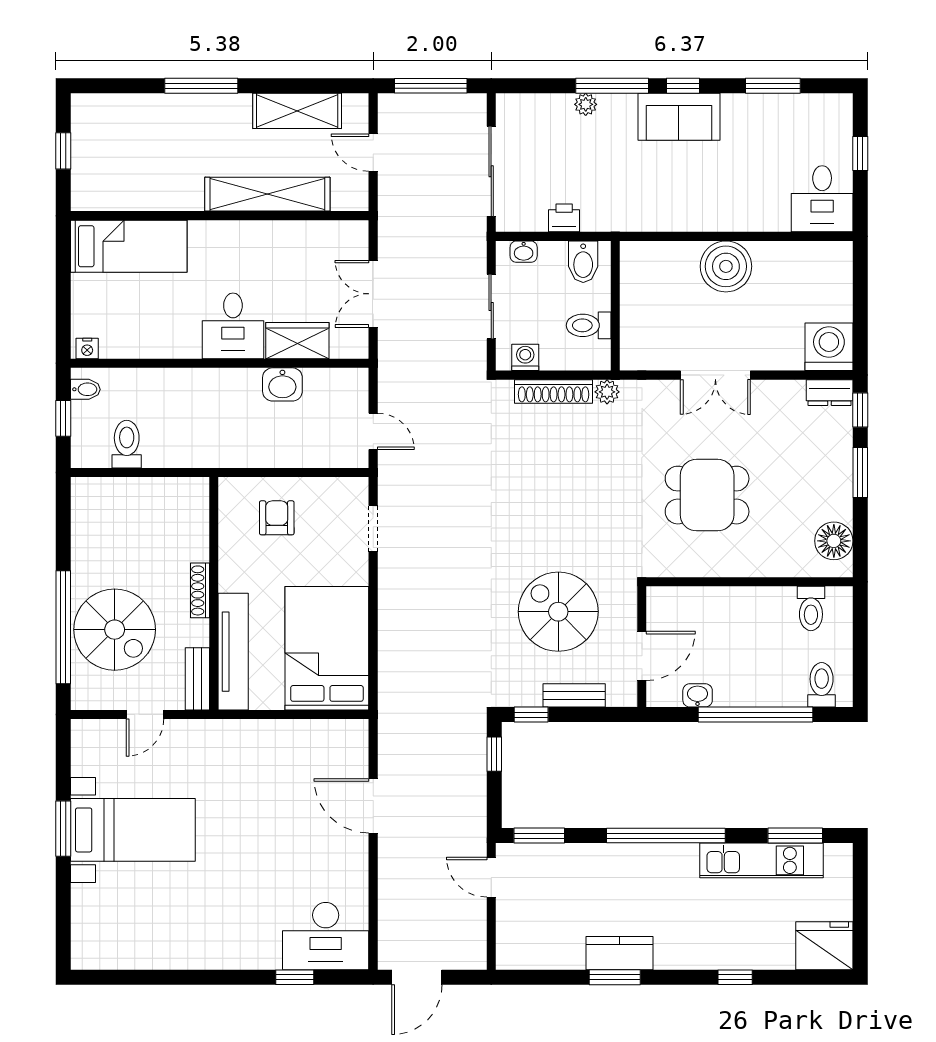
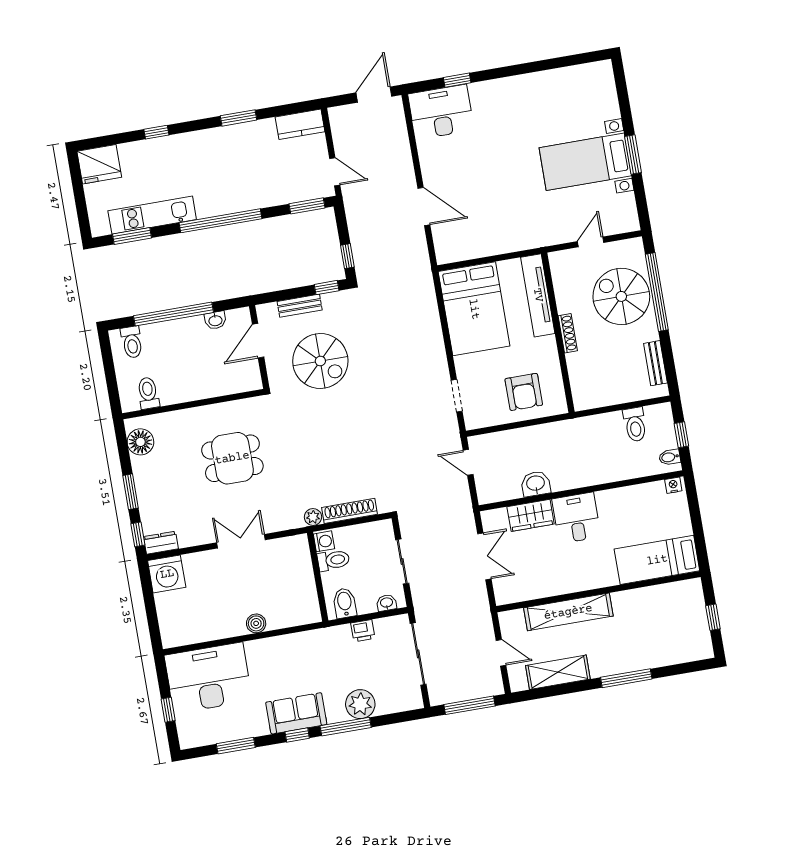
plant: (586, 104) -> (360, 704), width x1.87, depth x1.87
desk: (822, 199) -> (208, 678), width x1.87, depth x1.30
boiler: (726, 266) -> (256, 623), width x0.54, depth x0.54
washing machine: (525, 357) -> (324, 541), moved, turned -90
armchair: (277, 518) -> (524, 392), width x1.38, depth x1.38
bench: (197, 679) -> (655, 363), moved
kitchen counter: (619, 953) -> (300, 124), moved

